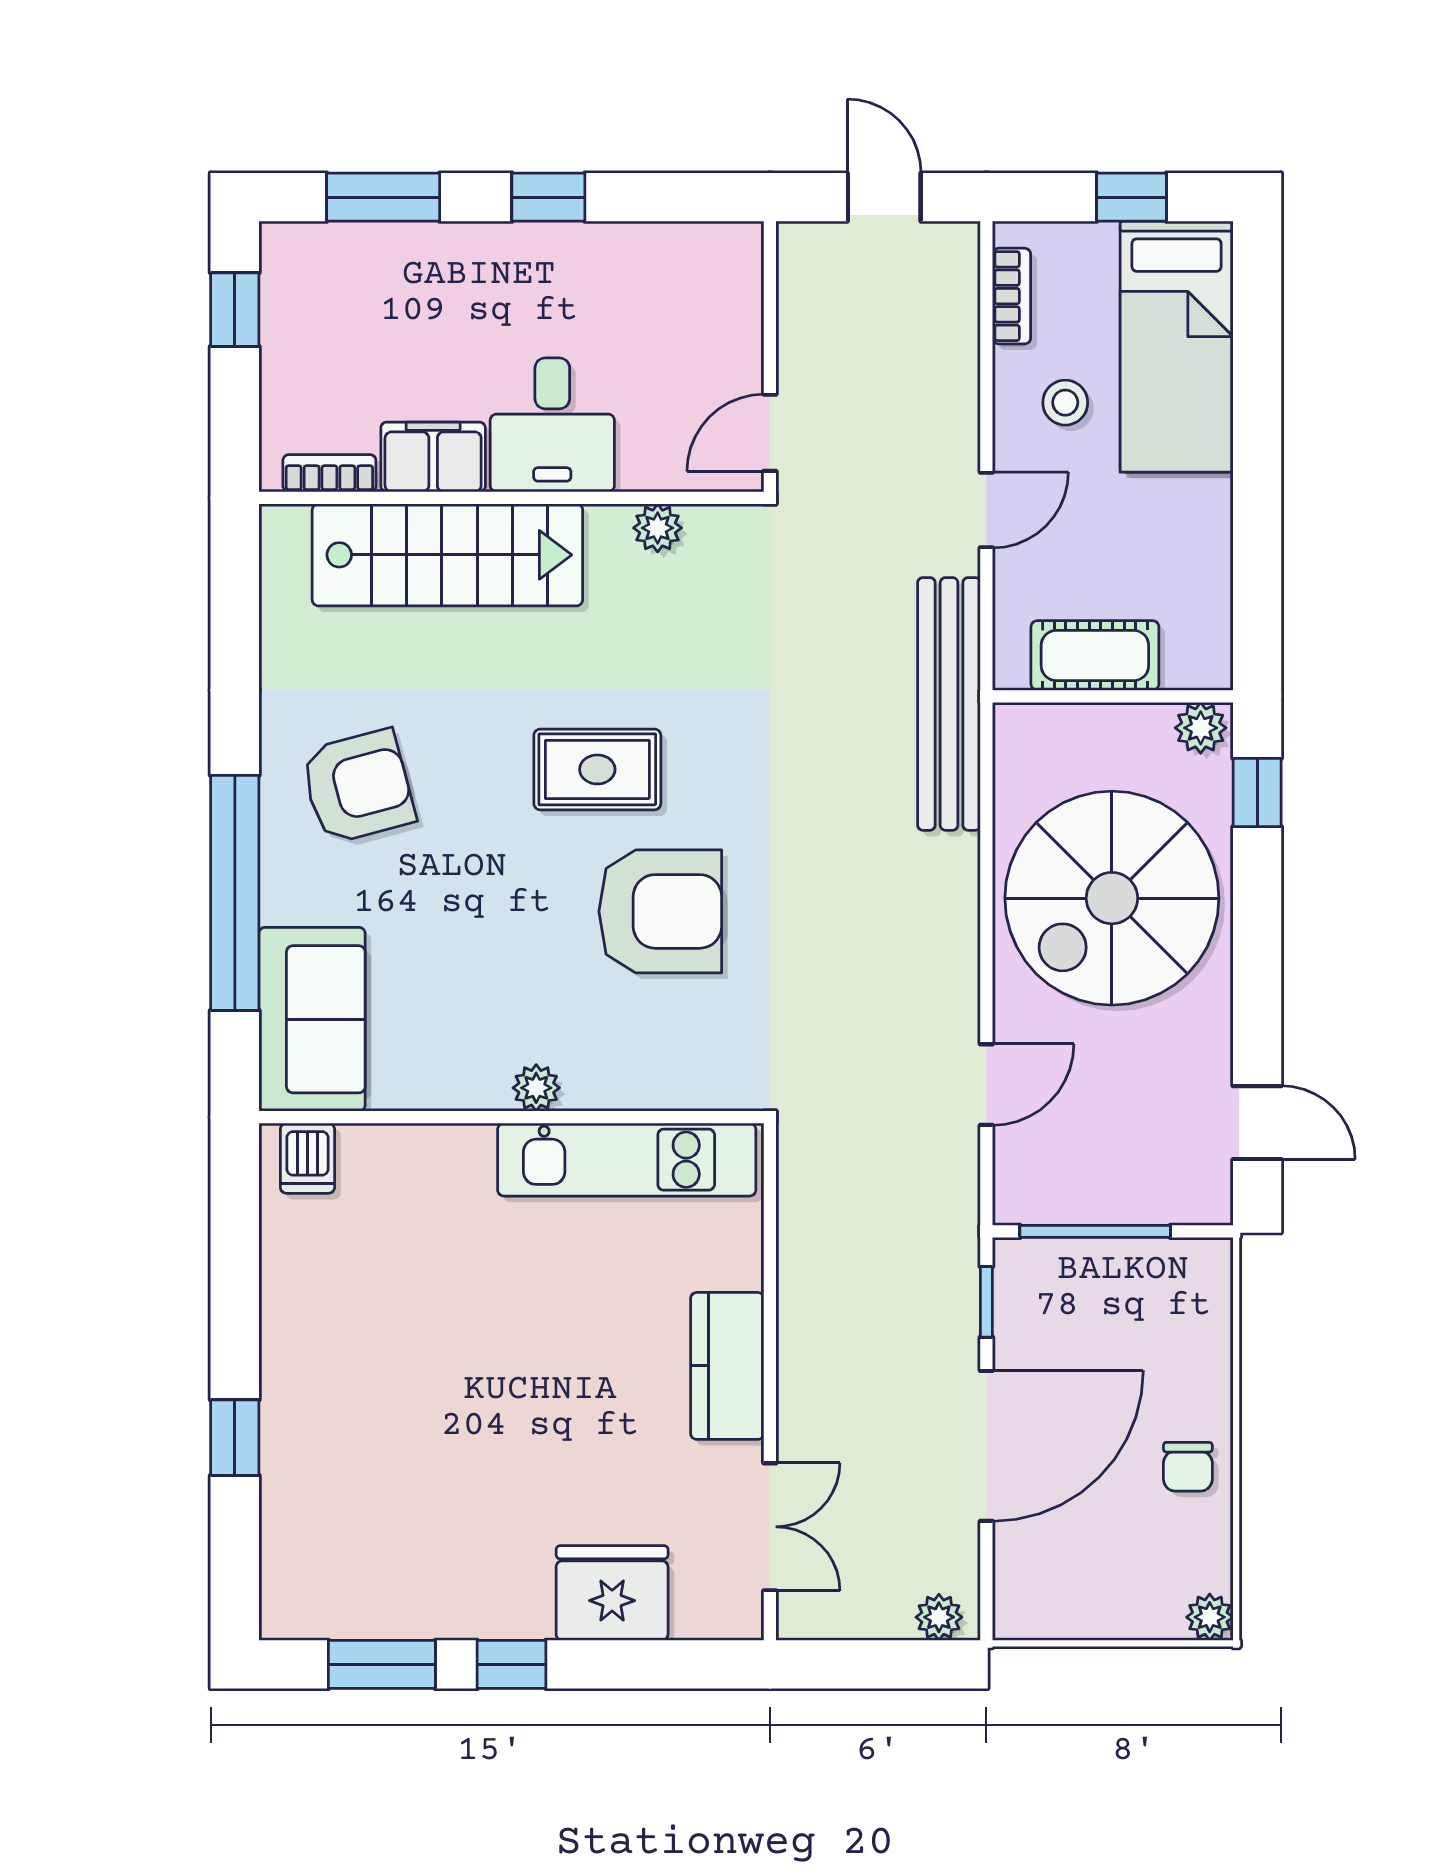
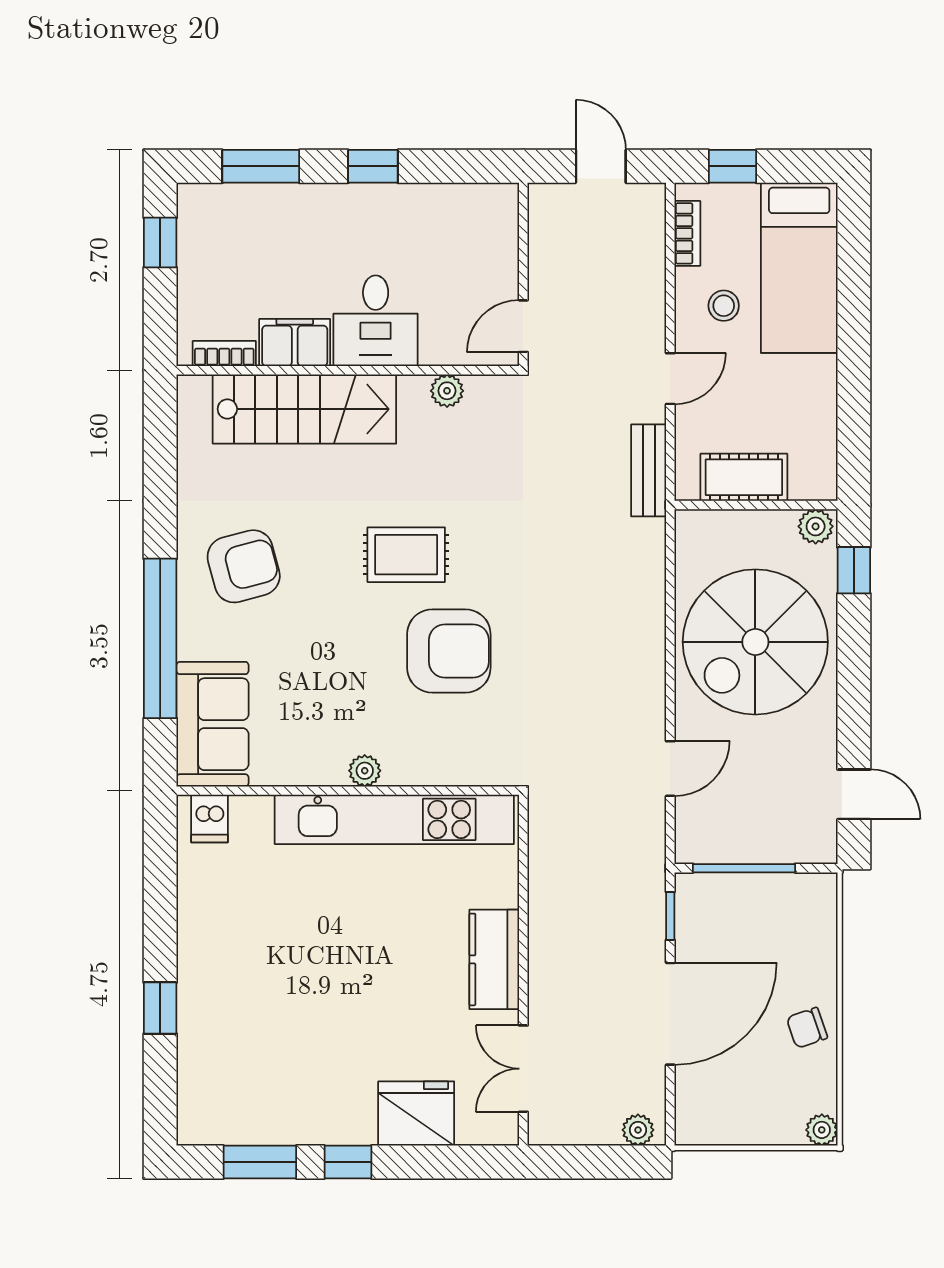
window: (1132, 197) -> (732, 166), moved
bench: (949, 704) -> (649, 470), width x0.54, depth x0.82
kitchen unit: (627, 1160) -> (394, 819), width x1.36
chair: (1188, 1467) -> (807, 1028), turned 71
double door: (770, 1527) -> (523, 1069), swing flipped

